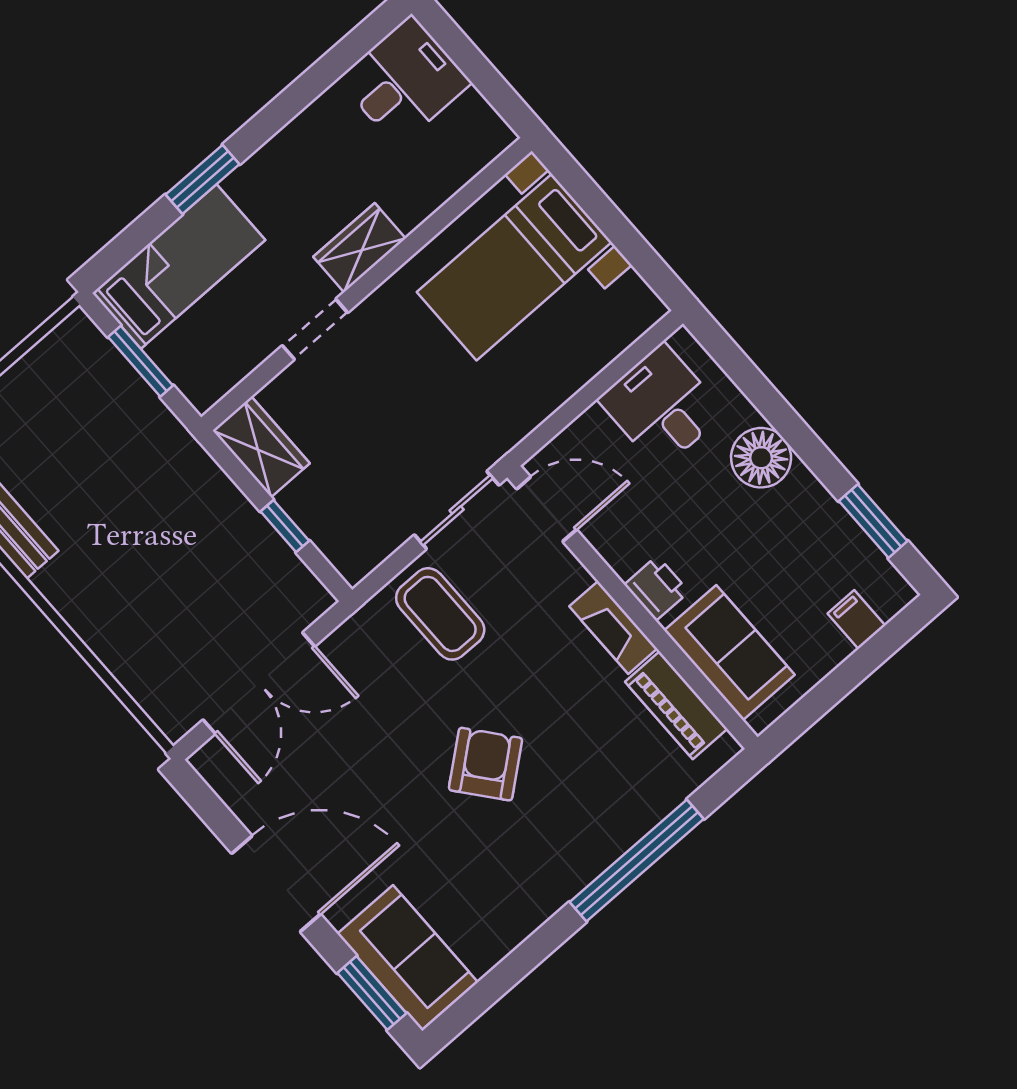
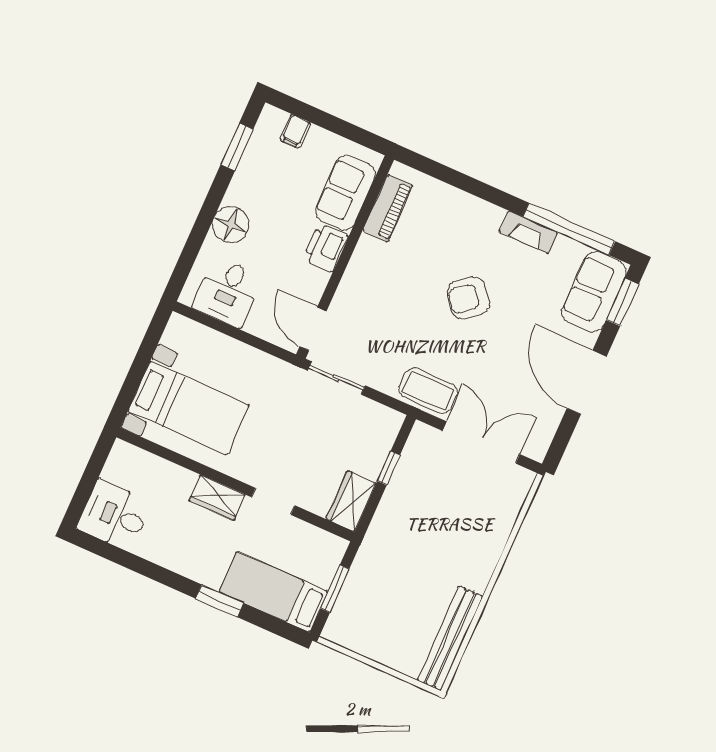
printer: (657, 588) -> (326, 247), width x1.36, depth x1.24
coffee table: (440, 614) -> (428, 391), moved, turned 90
fireplace: (613, 627) -> (528, 232), moved, turned 90
window: (637, 861) -> (569, 229), moved

